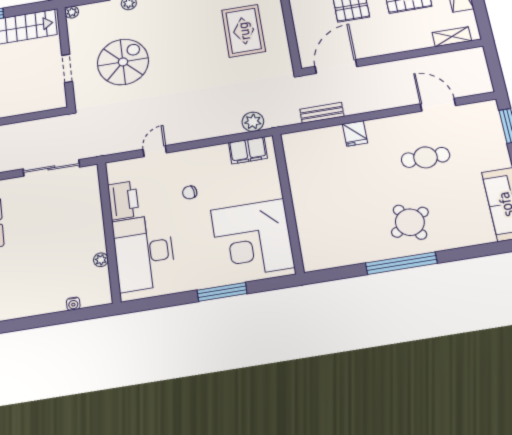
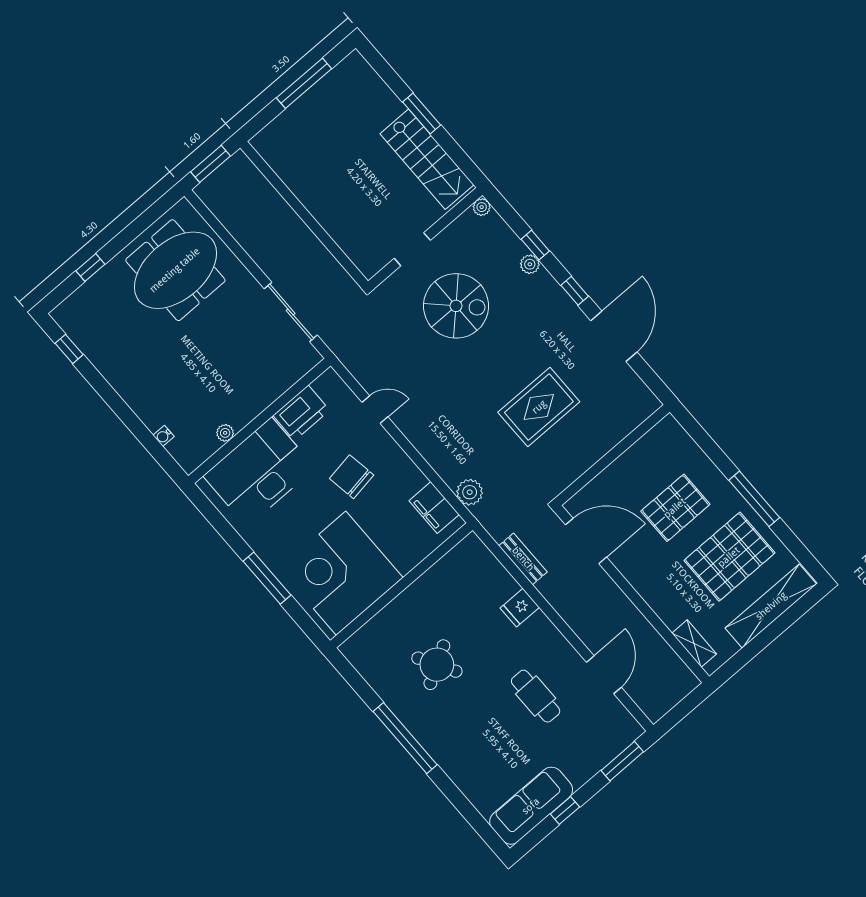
rug: (244, 31) -> (539, 407), moved
chair: (190, 192) -> (352, 477), width x1.87, depth x1.87
round table: (410, 222) -> (437, 665), moved

